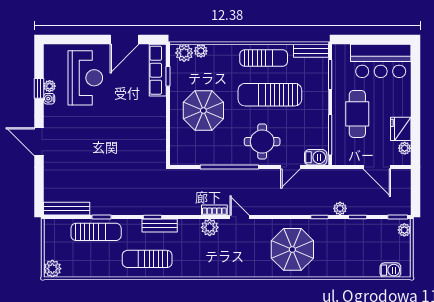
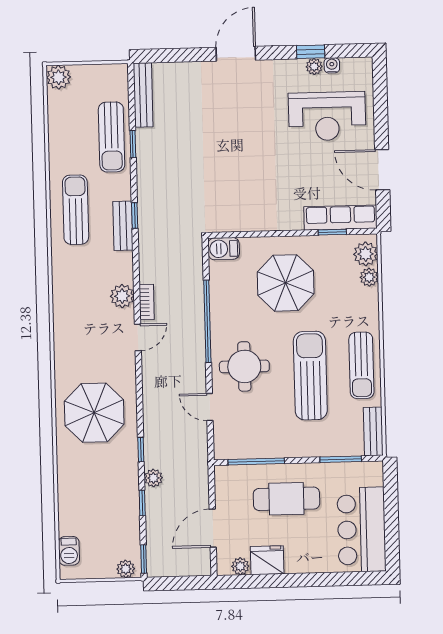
water cooler: (49, 99) -> (332, 65), moved
barbecue: (316, 157) -> (224, 249), moved, turned 90

